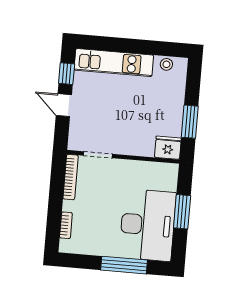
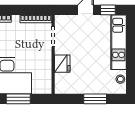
window: (190, 122) -> (95, 99), moved
fridge: (168, 148) -> (62, 64), moved

